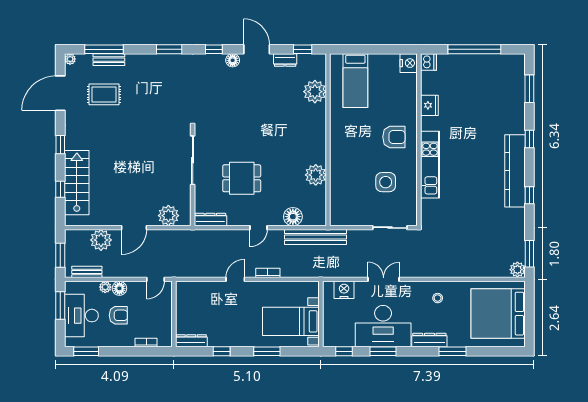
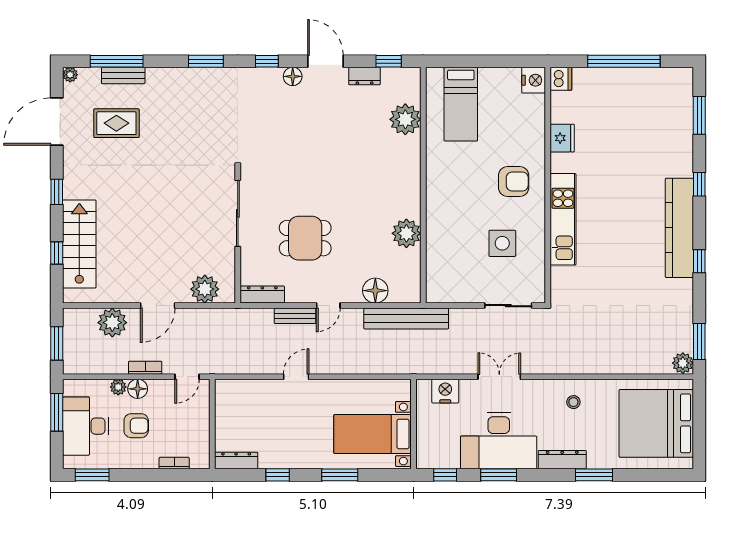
bench: (87, 272) -> (295, 316), moved
bookcase: (268, 273) -> (145, 368), moved

